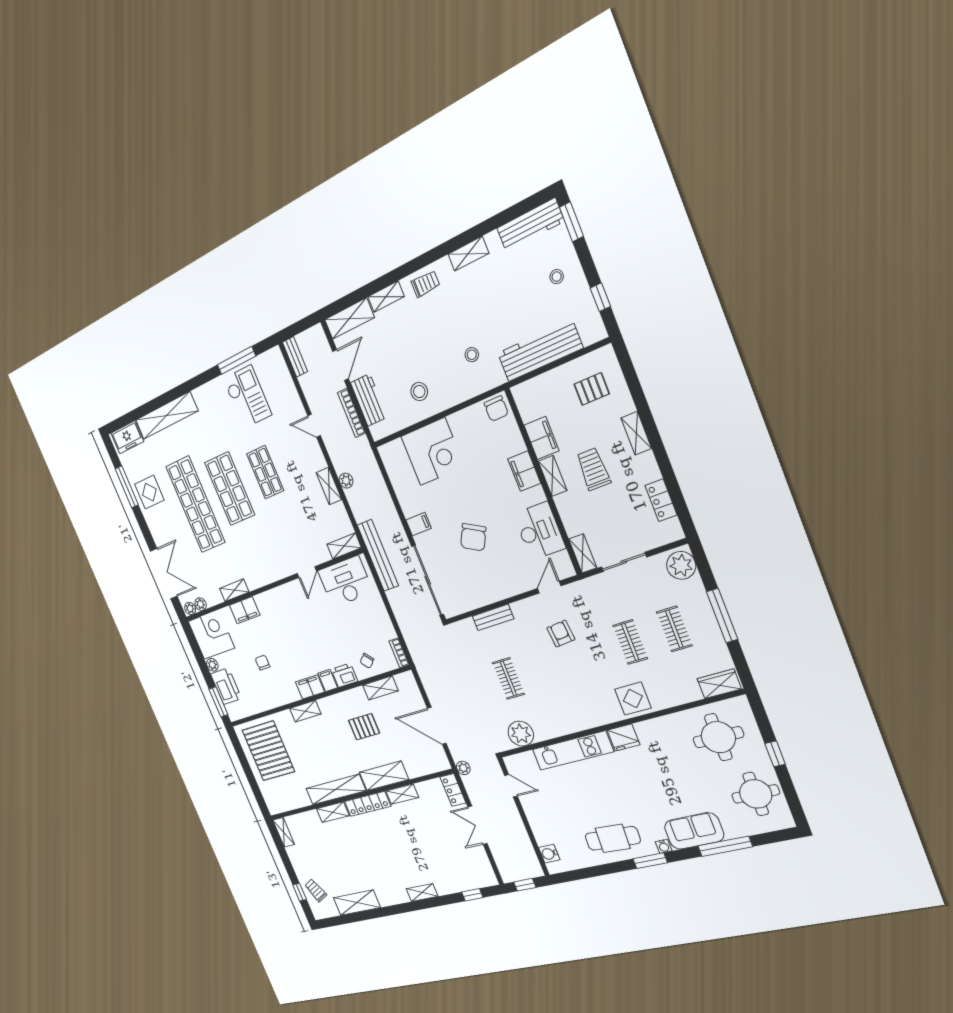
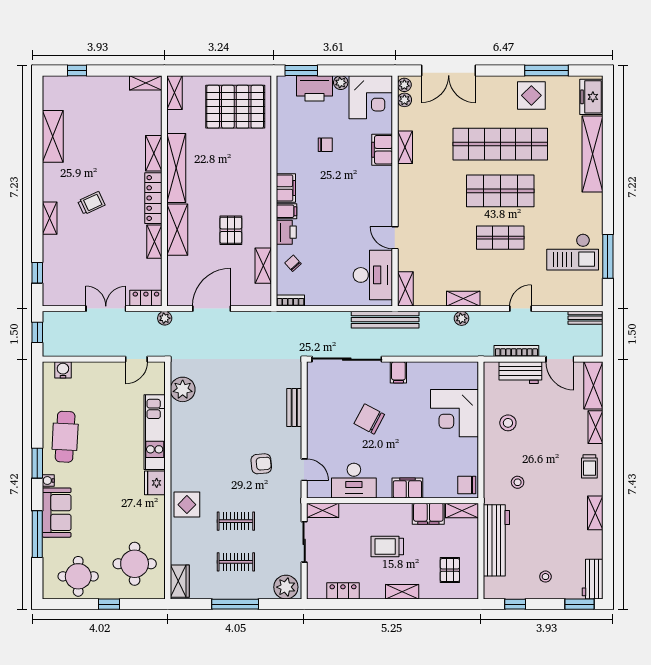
workbench: (530, 225) -> (593, 579), width x0.73
trolley: (593, 469) -> (387, 547), turned 180
shelving: (553, 476) -> (462, 510), moved
clothes rail: (508, 678) -> (236, 399), removed
shelving: (305, 711) -> (175, 93), moved
trolley: (316, 890) -> (91, 203), moved

